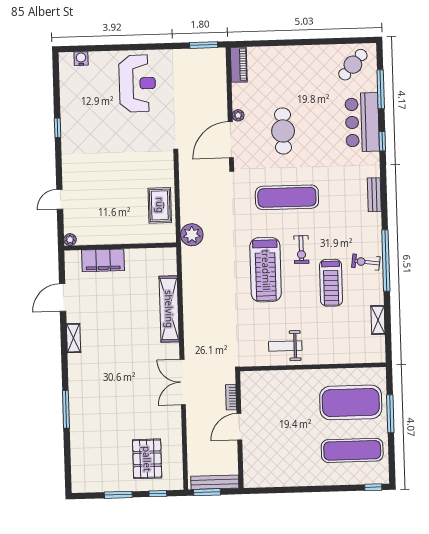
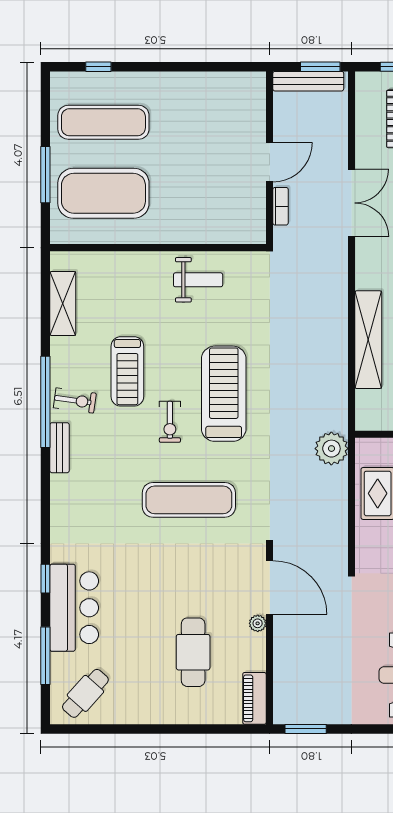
cafe table: (283, 131) -> (193, 652), moved
door: (231, 140) -> (270, 588), hinge flipped
bench: (374, 195) -> (59, 448), moved
exercise bike: (301, 250) -> (170, 422), turned 180
treadmill: (331, 283) -> (127, 371), turned 180
shelving: (378, 320) -> (63, 304), width x1.50, depth x1.33
double door: (183, 382) -> (351, 203), moved
window: (373, 487) -> (98, 67), moved

